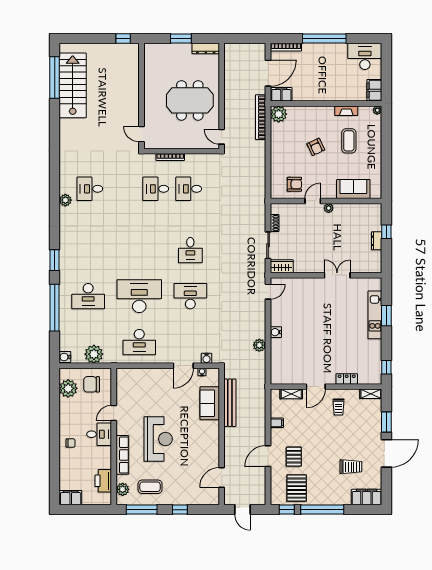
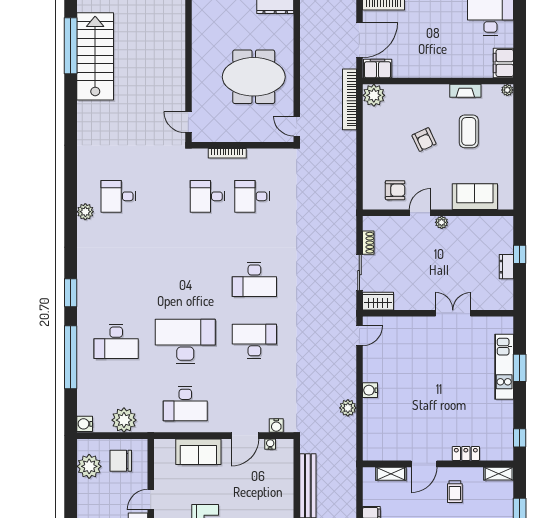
desk: (190, 250) -> (254, 279), width x1.37
sofa: (210, 403) -> (198, 452), moved, turned -90

